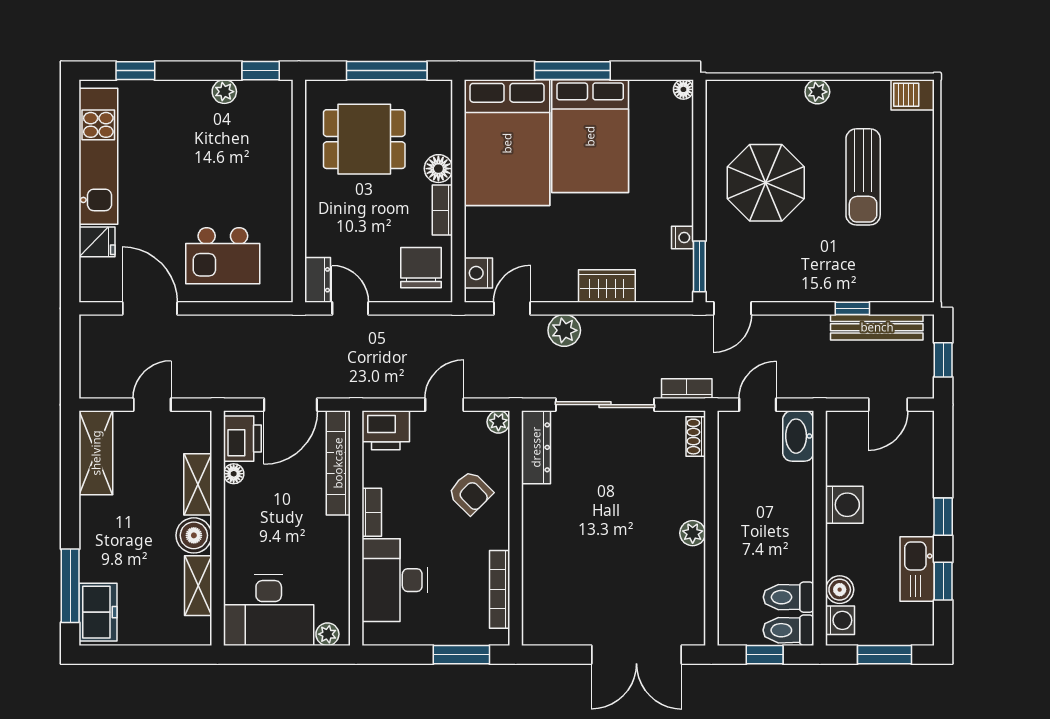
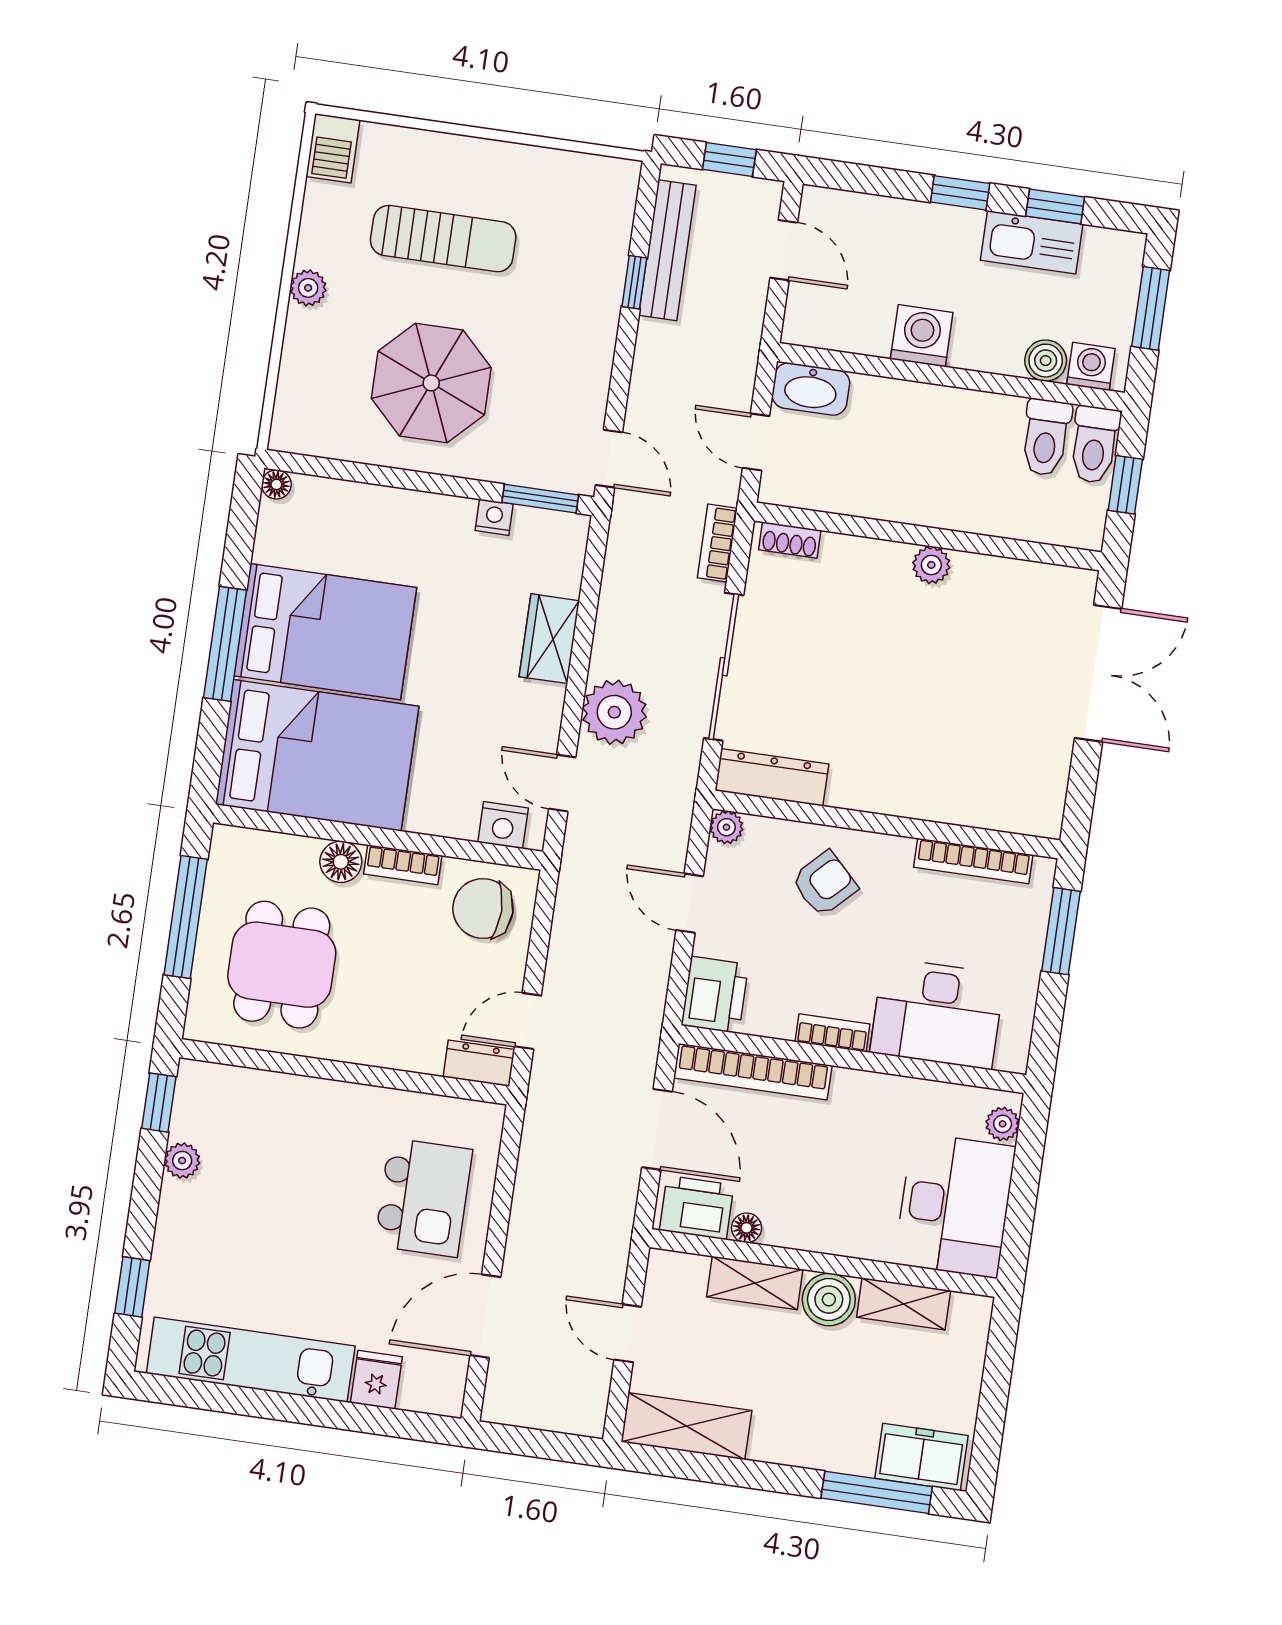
plant: (564, 330) -> (614, 712), width x1.36, depth x1.36

